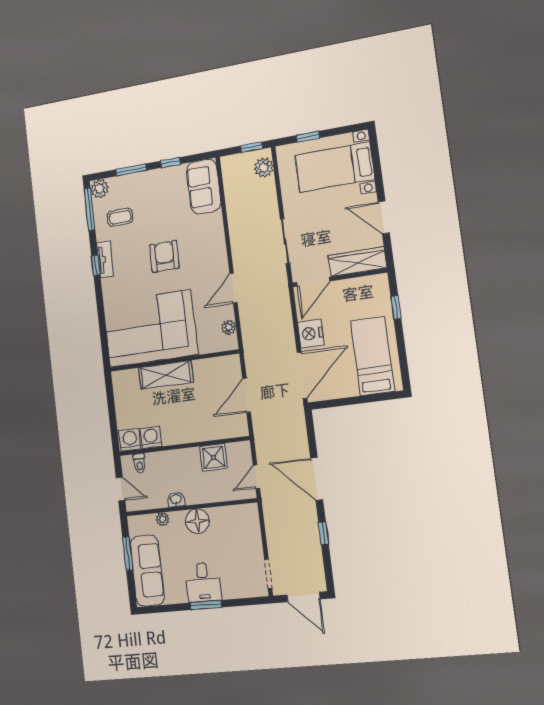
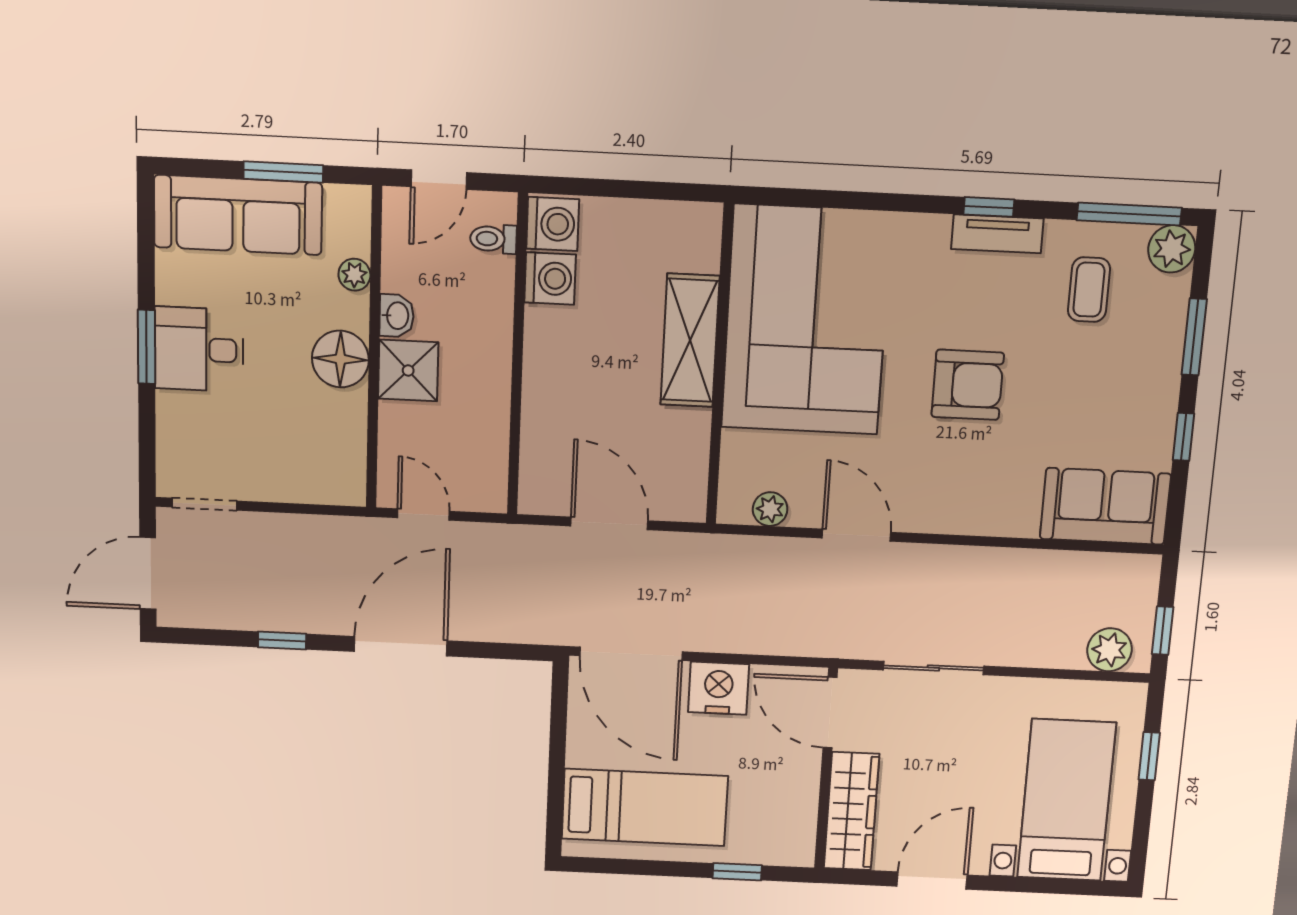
shower: (214, 457) -> (408, 370), moved

